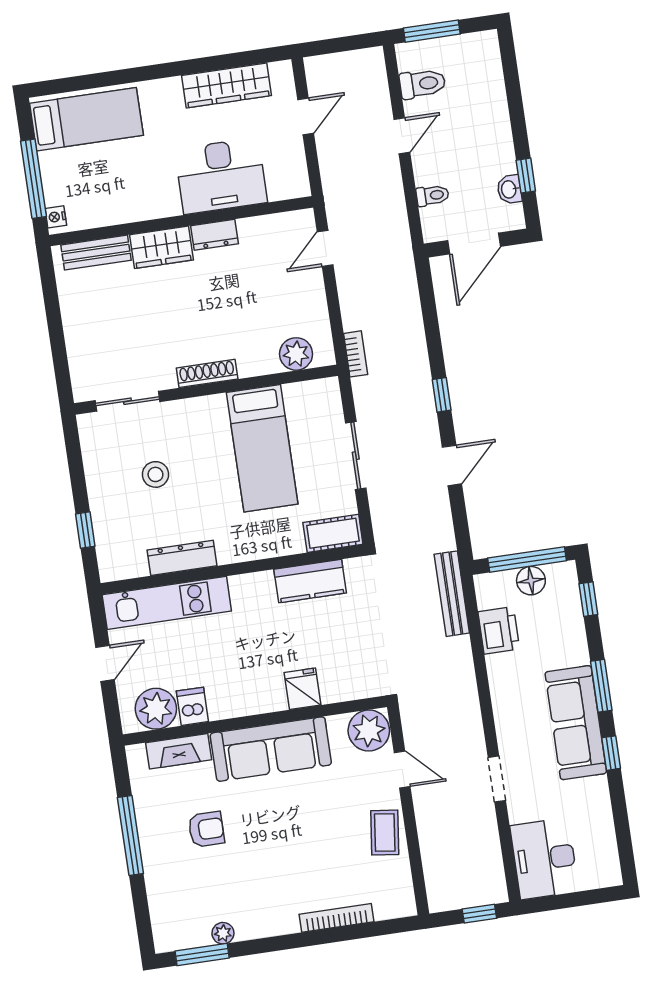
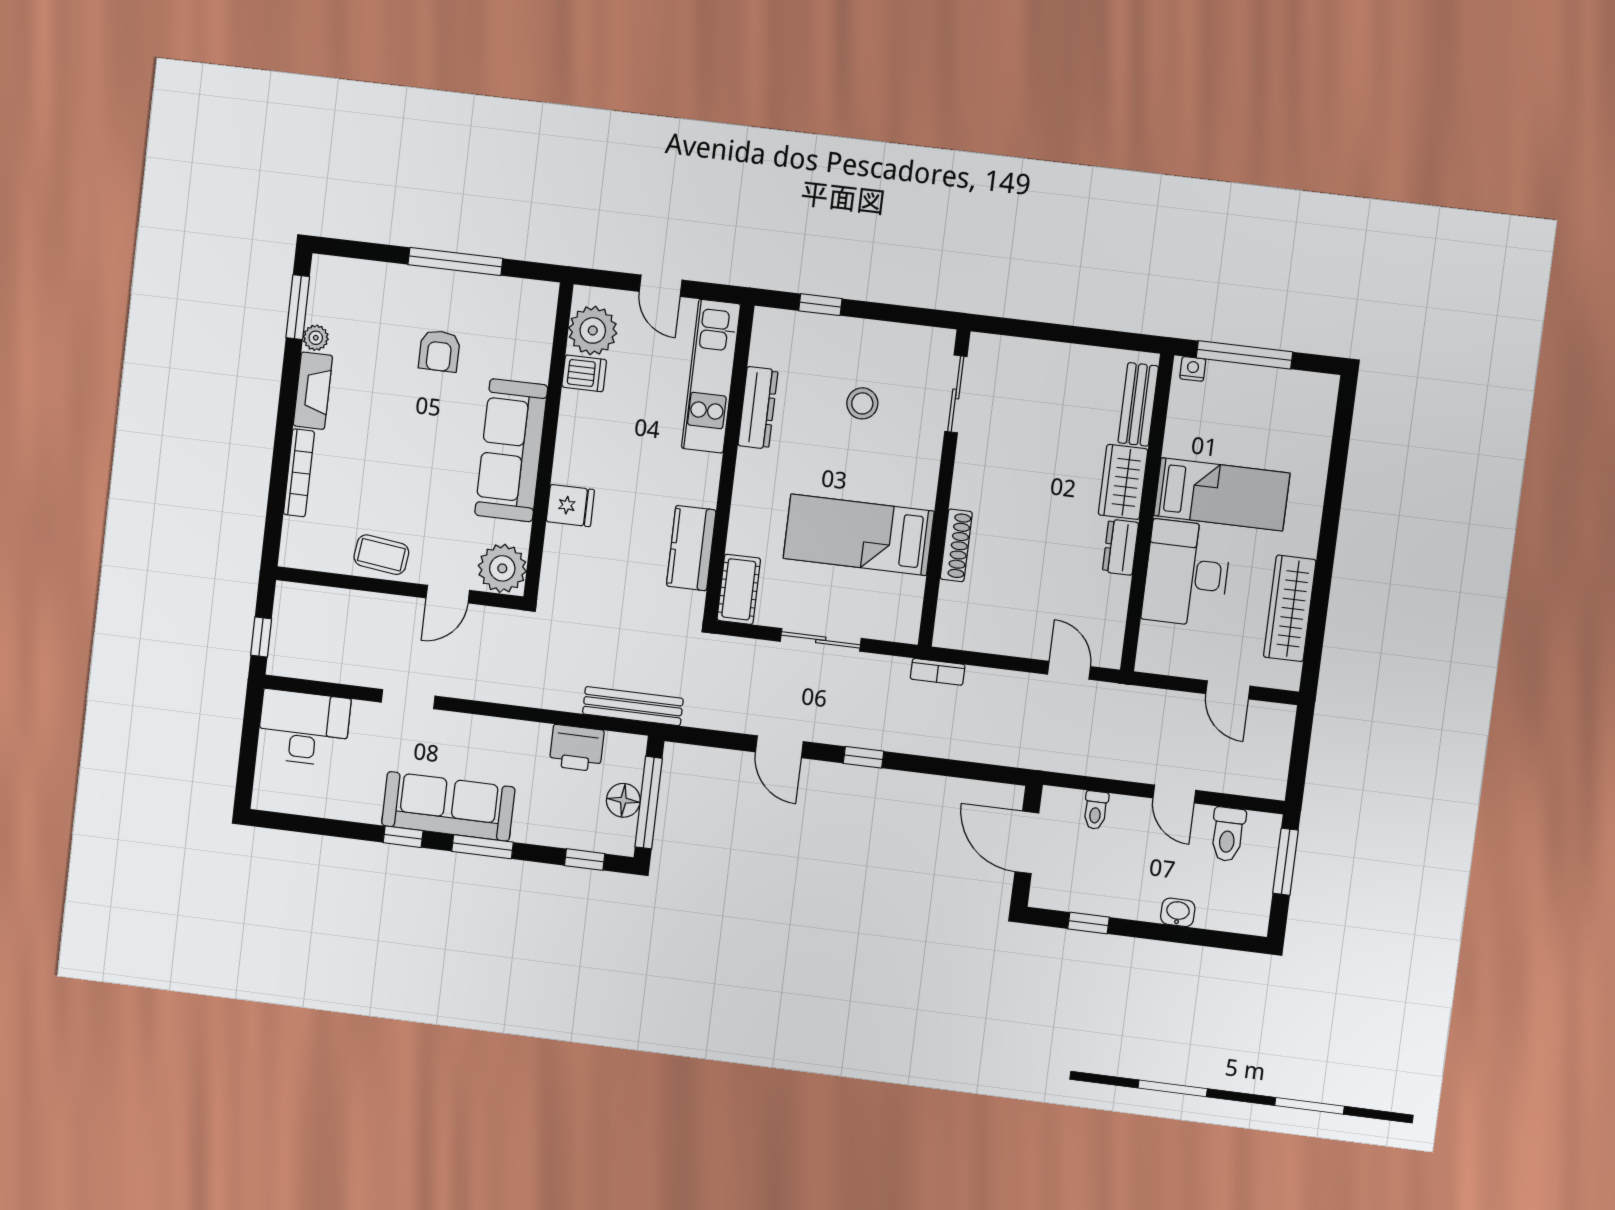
bed: (86, 119) -> (1222, 494), moved, turned -90
washbasin: (509, 189) -> (1178, 912), moved
plant: (296, 354) -> (957, 603), removed
shoe rack: (207, 373) -> (956, 545), moved
fireplace: (179, 751) -> (313, 391), moved, turned 180

